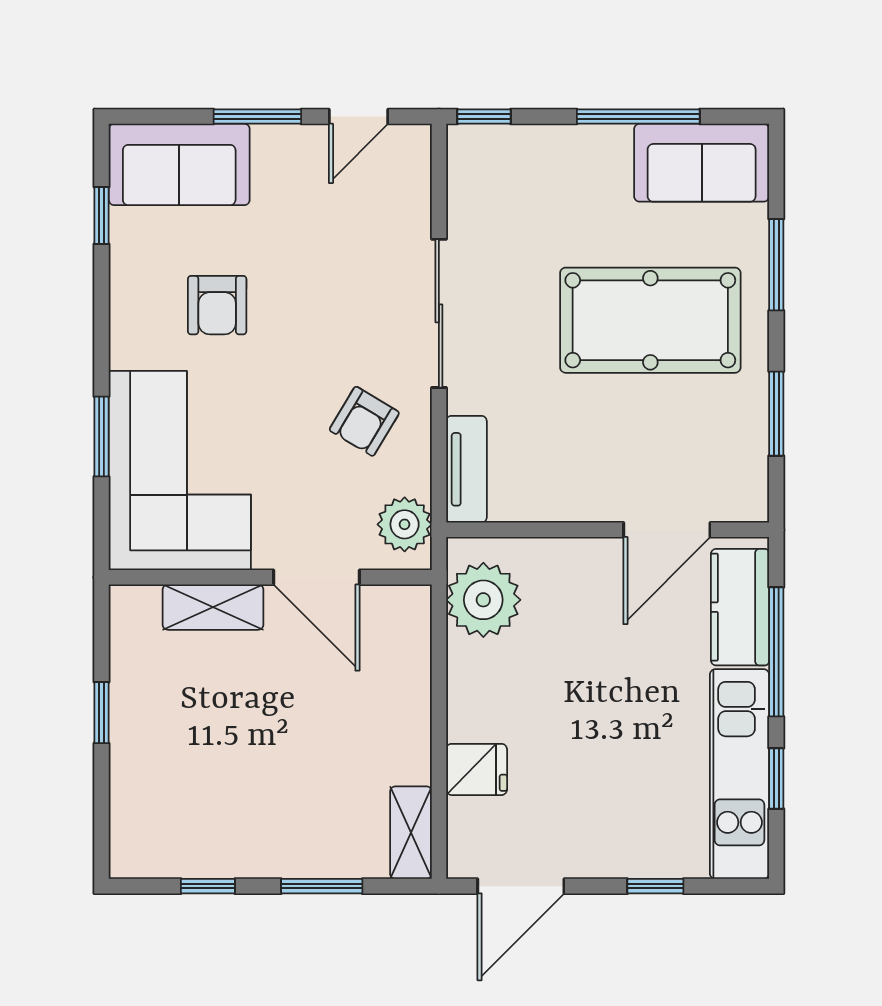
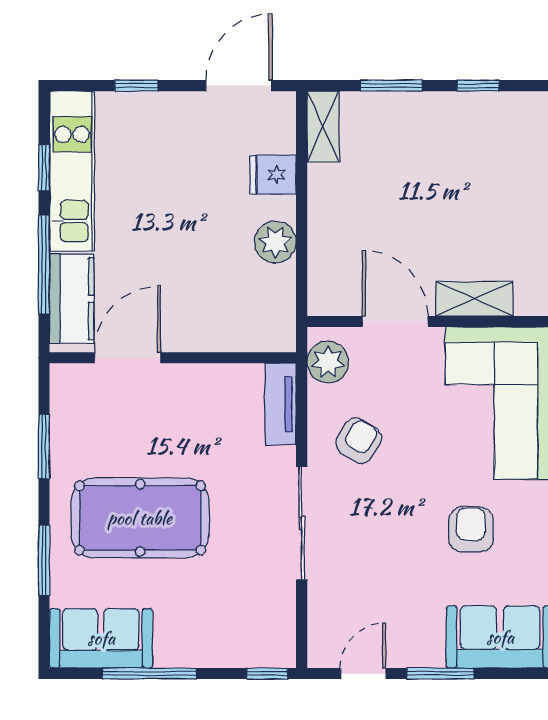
plant: (483, 600) -> (275, 242), moved, width x0.73, depth x0.73

